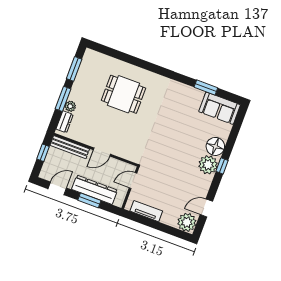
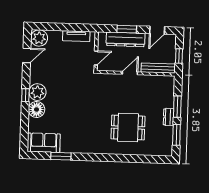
plant: (70, 106) -> (169, 102), removed
dresser: (65, 122) -> (169, 117), moved

